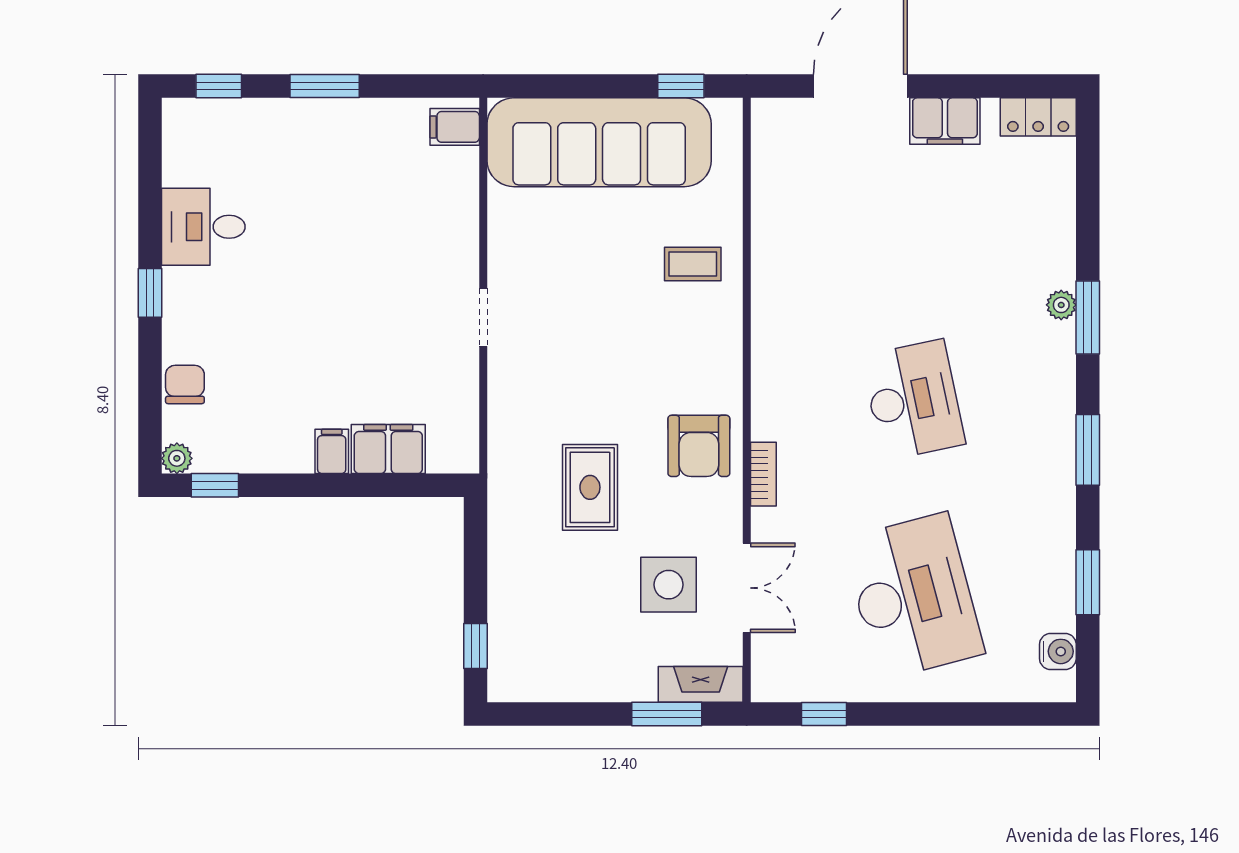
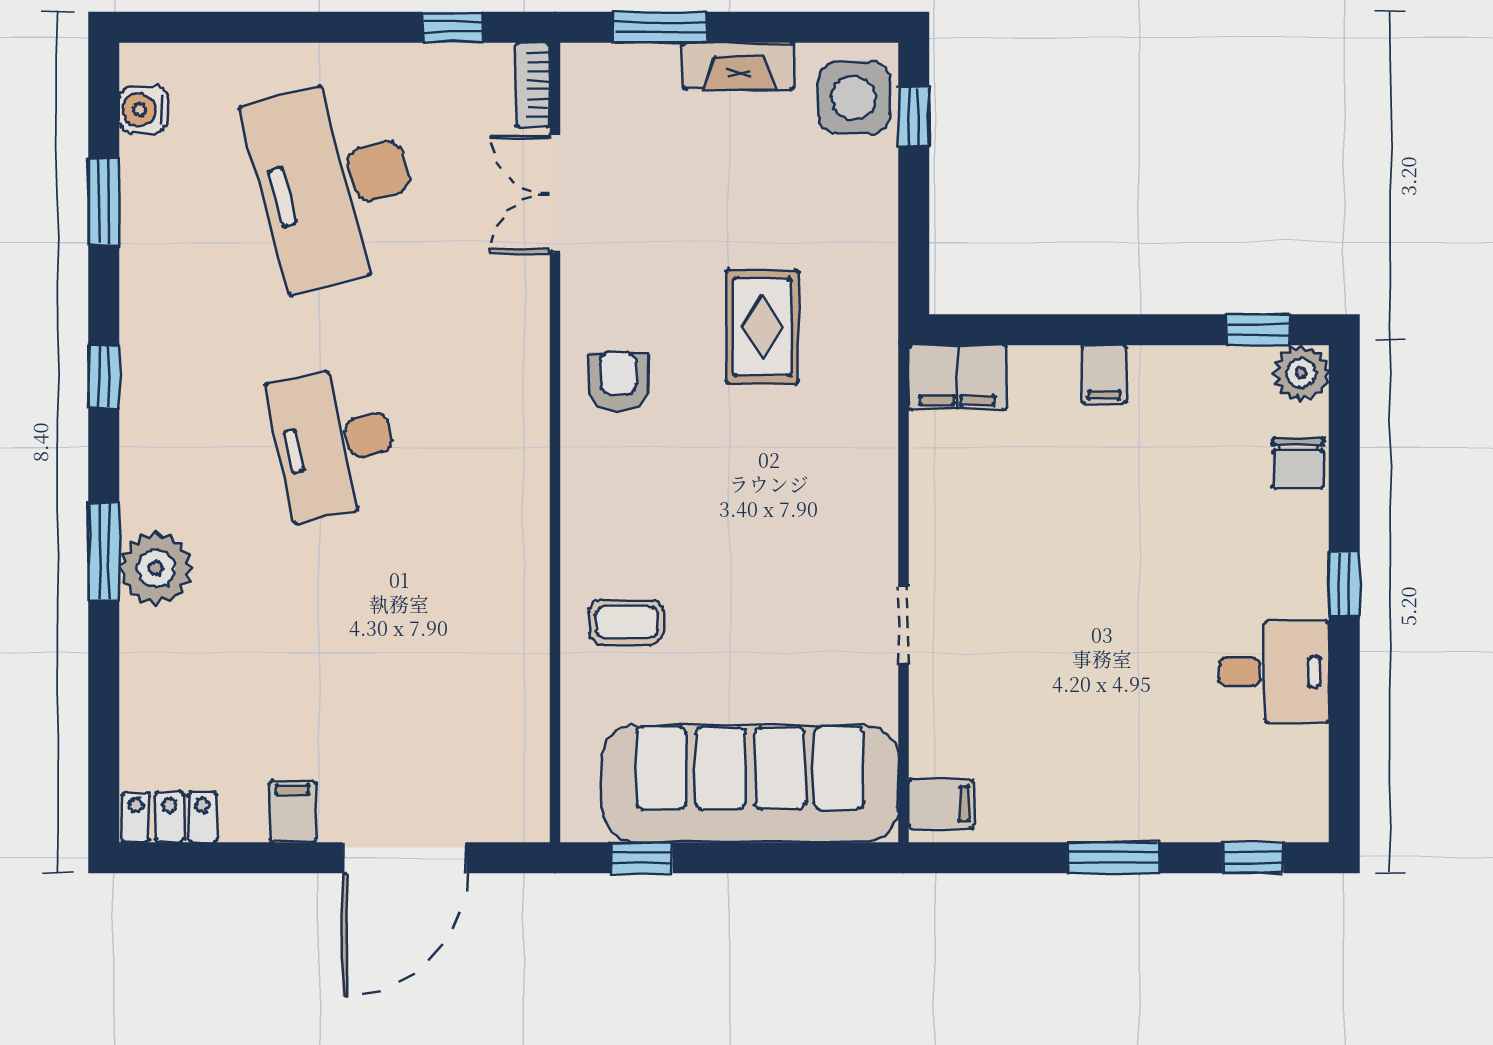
filing cabinet: (945, 121) -> (293, 811), width x0.50
plant: (1061, 305) -> (156, 568), width x1.88, depth x1.88
doorway: (483, 317) -> (903, 625), moved
armchair: (699, 446) -> (618, 382), width x0.72, depth x0.72
filing cabinet: (388, 449) -> (957, 378), moved
window: (1088, 450) -> (104, 377), width x0.67
plant: (177, 458) -> (1301, 373), width x1.38, depth x1.38
bookcase: (763, 474) -> (533, 85), moved
side table: (669, 585) -> (854, 97), moved
fireplace: (701, 684) -> (739, 66), moved

